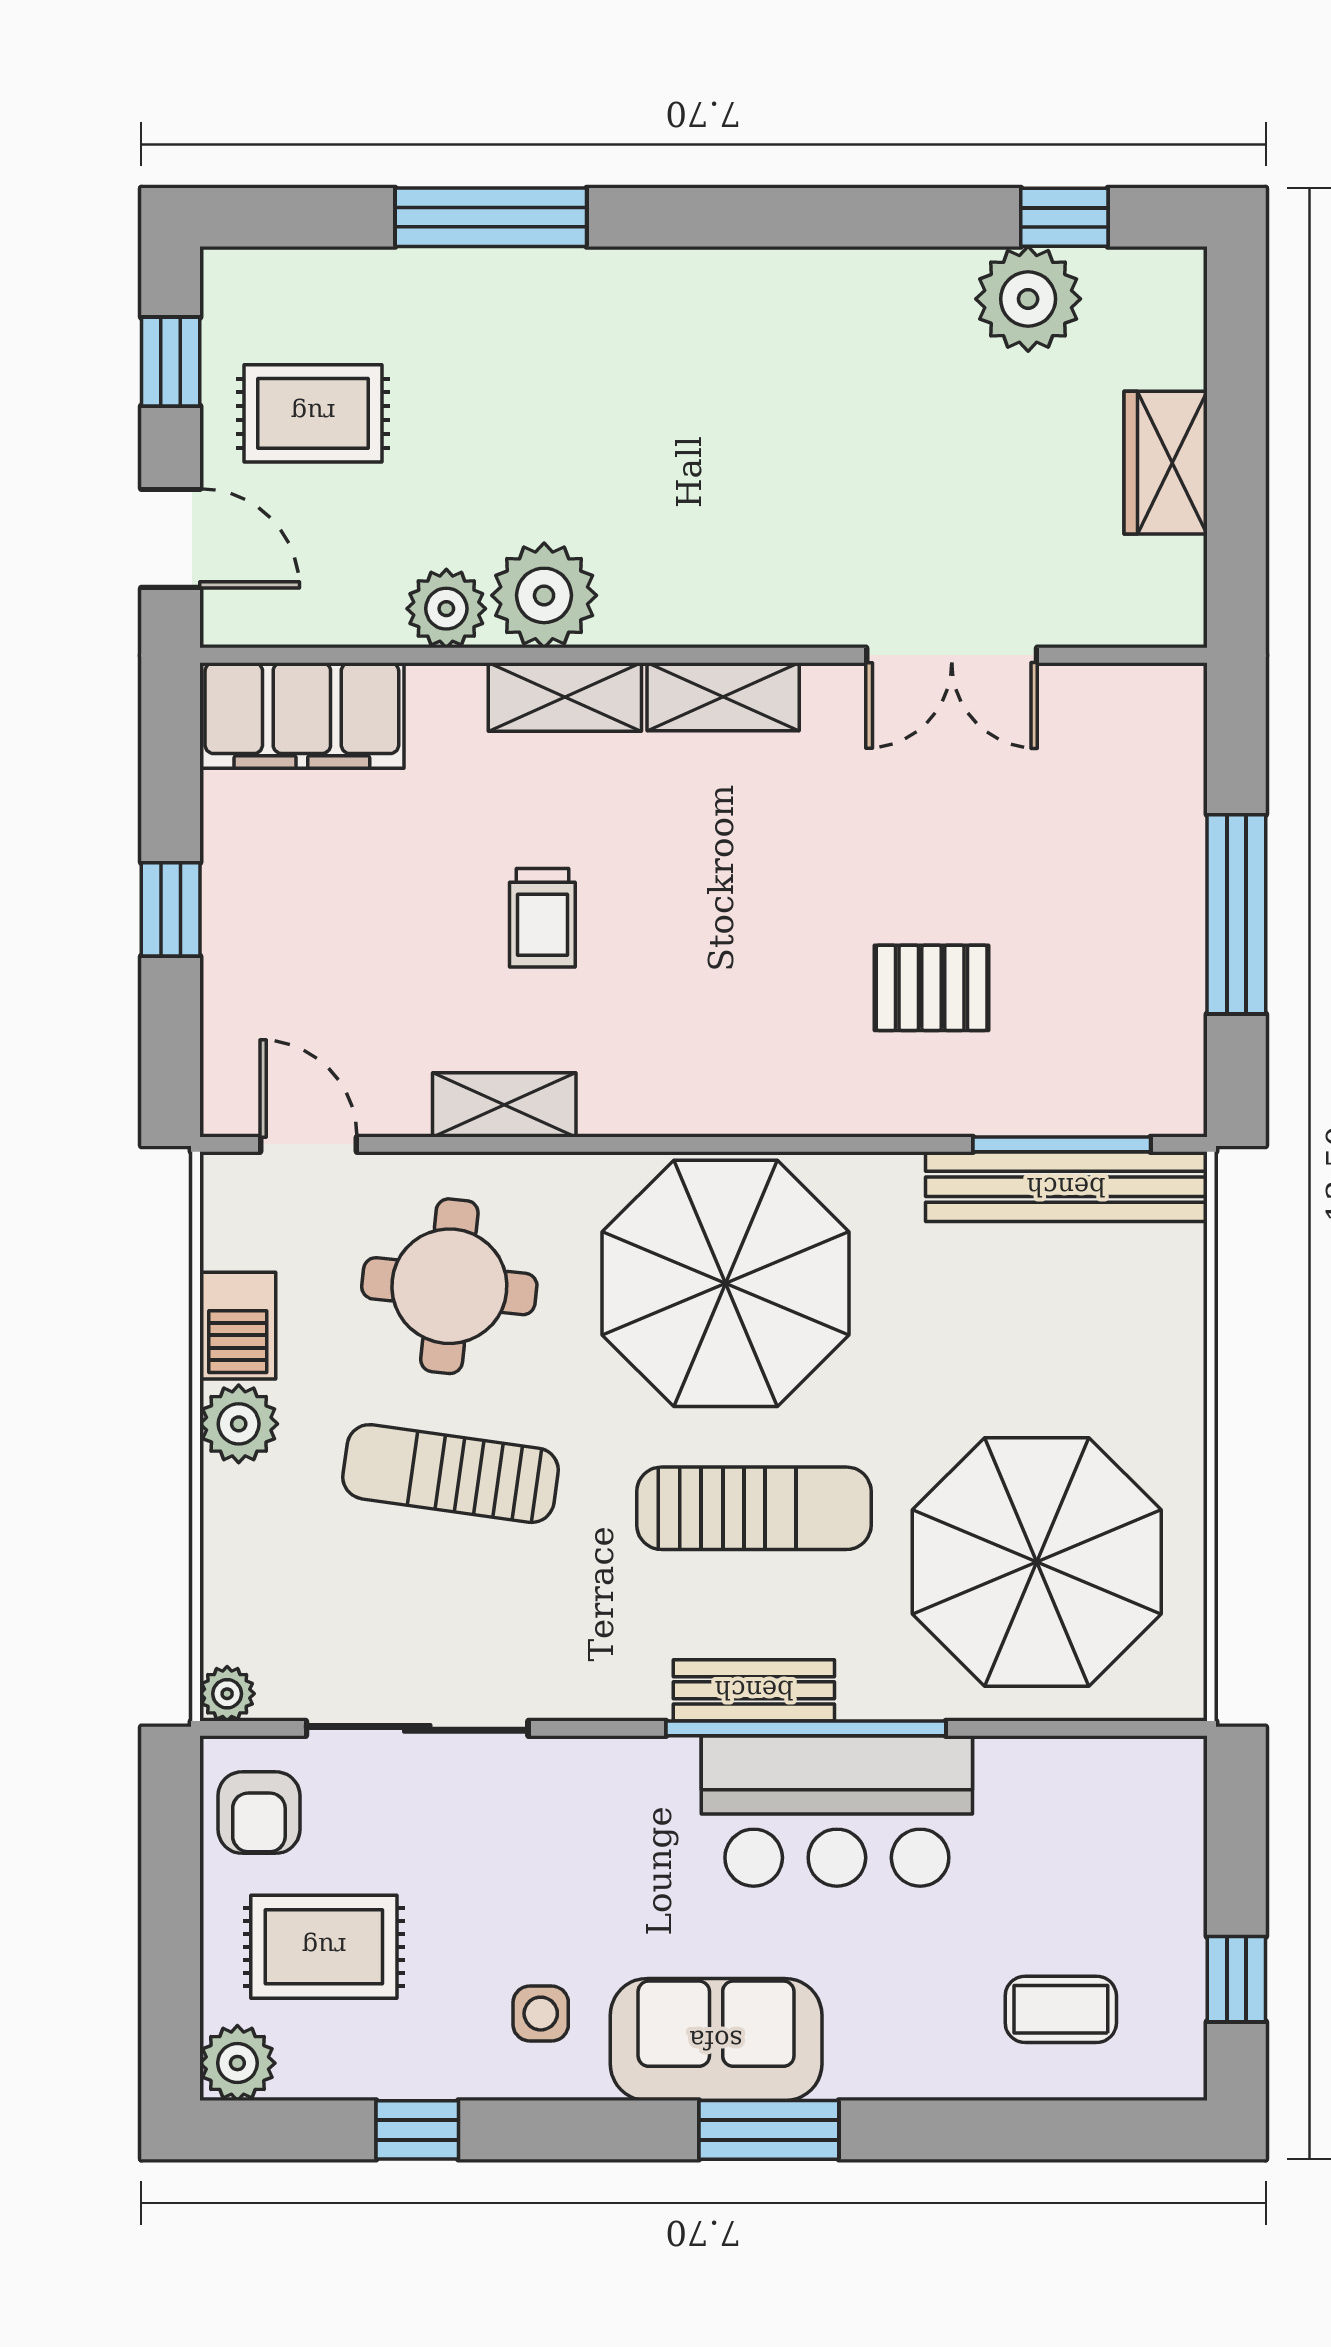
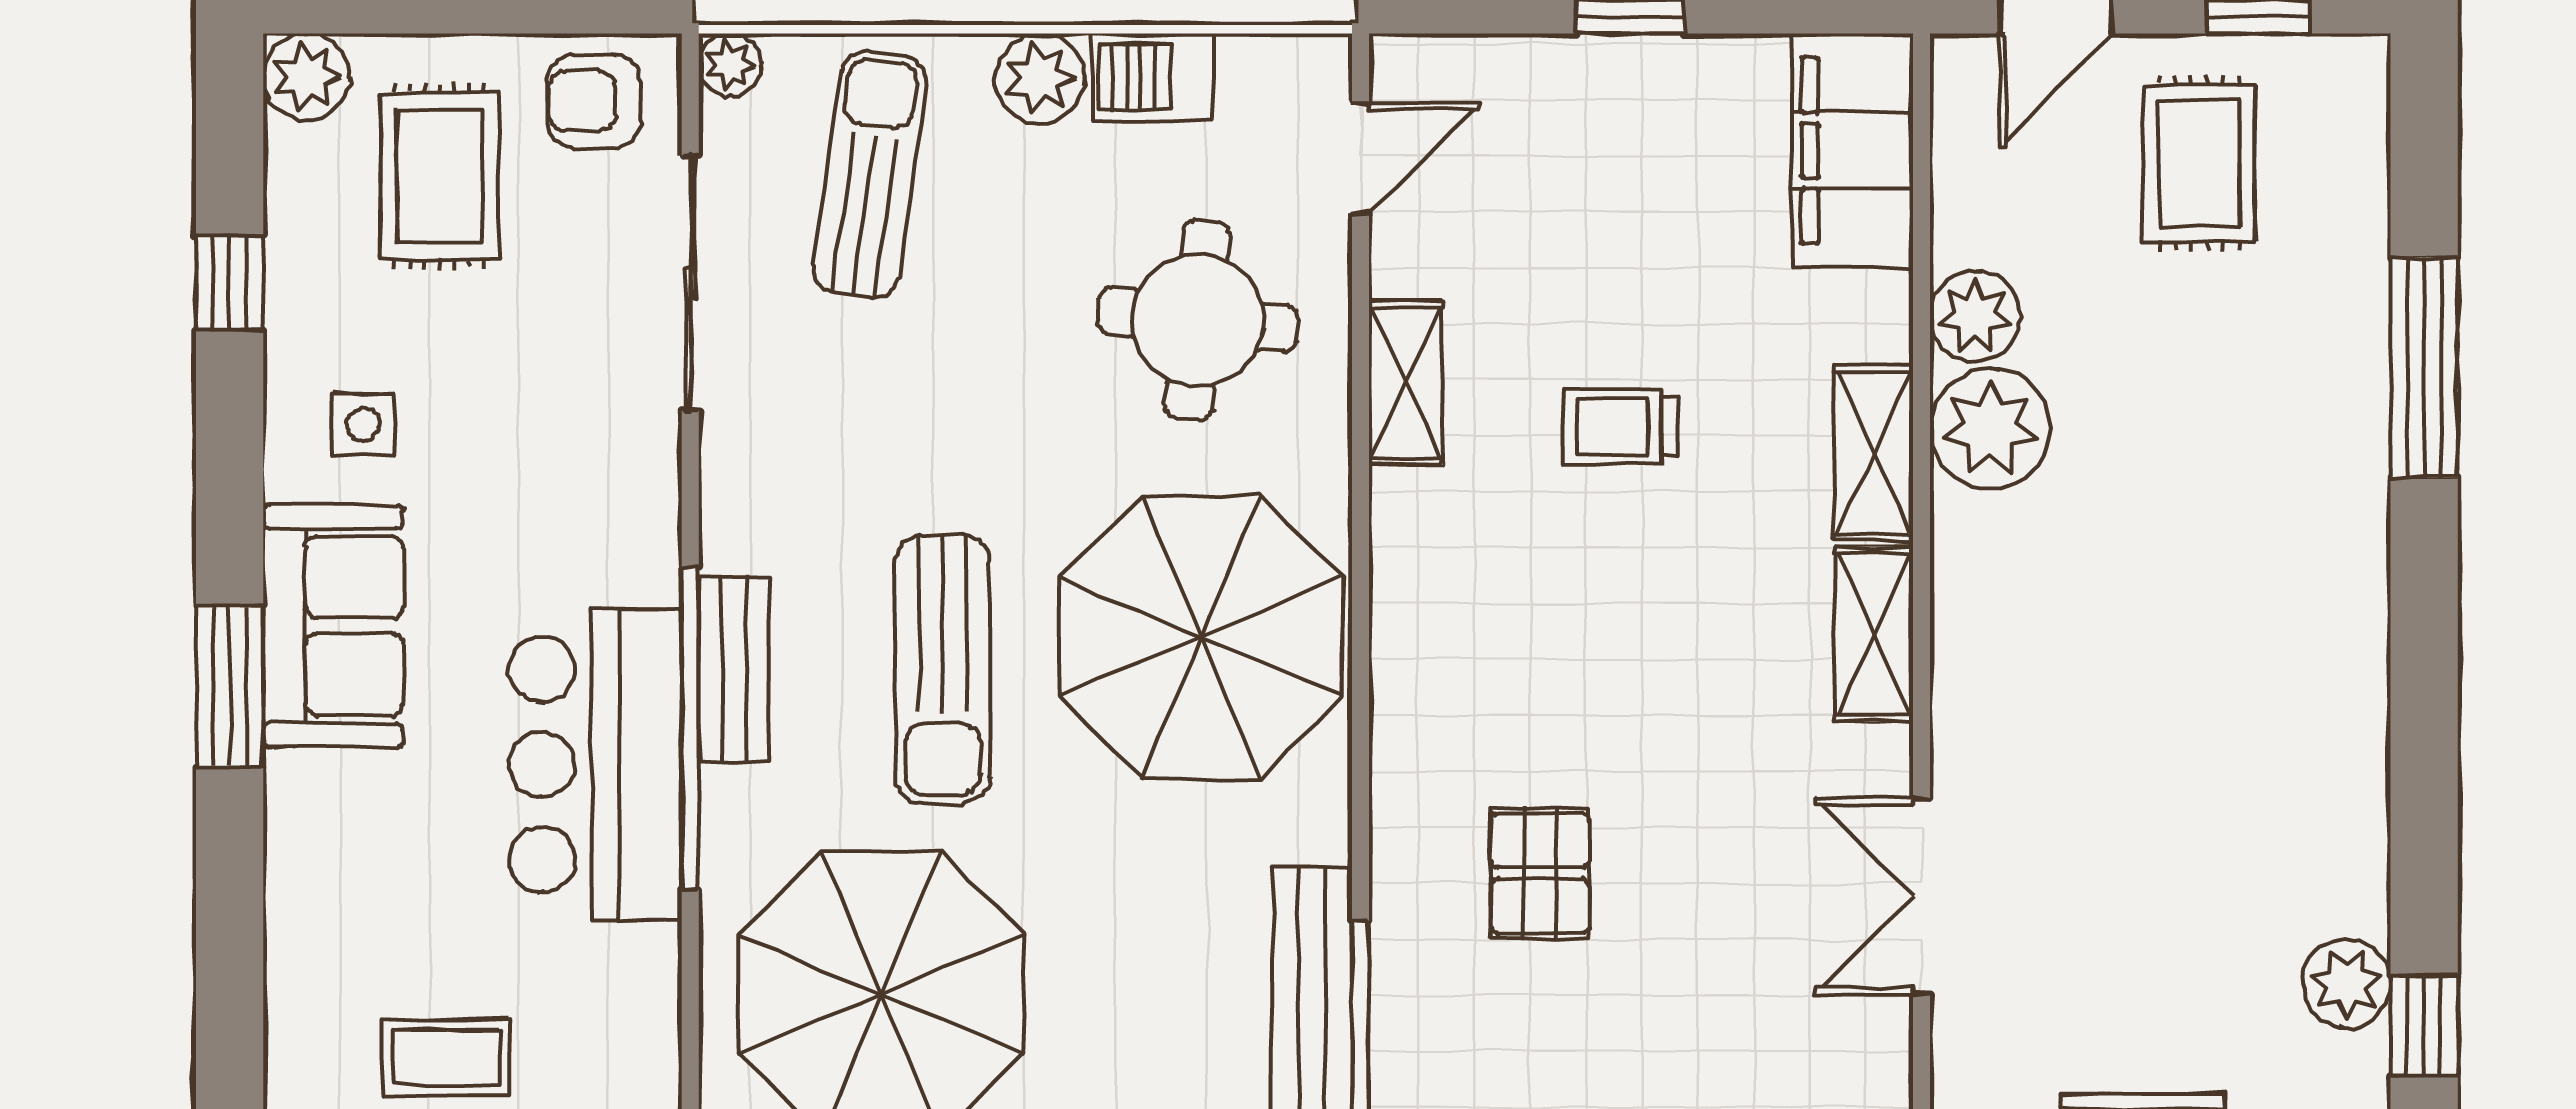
plant: (1028, 299) -> (2347, 984), width x0.73, depth x0.73
sun lounger: (451, 1474) -> (870, 175), moved
coffee table: (1061, 2009) -> (446, 1057), moved, turned 90

